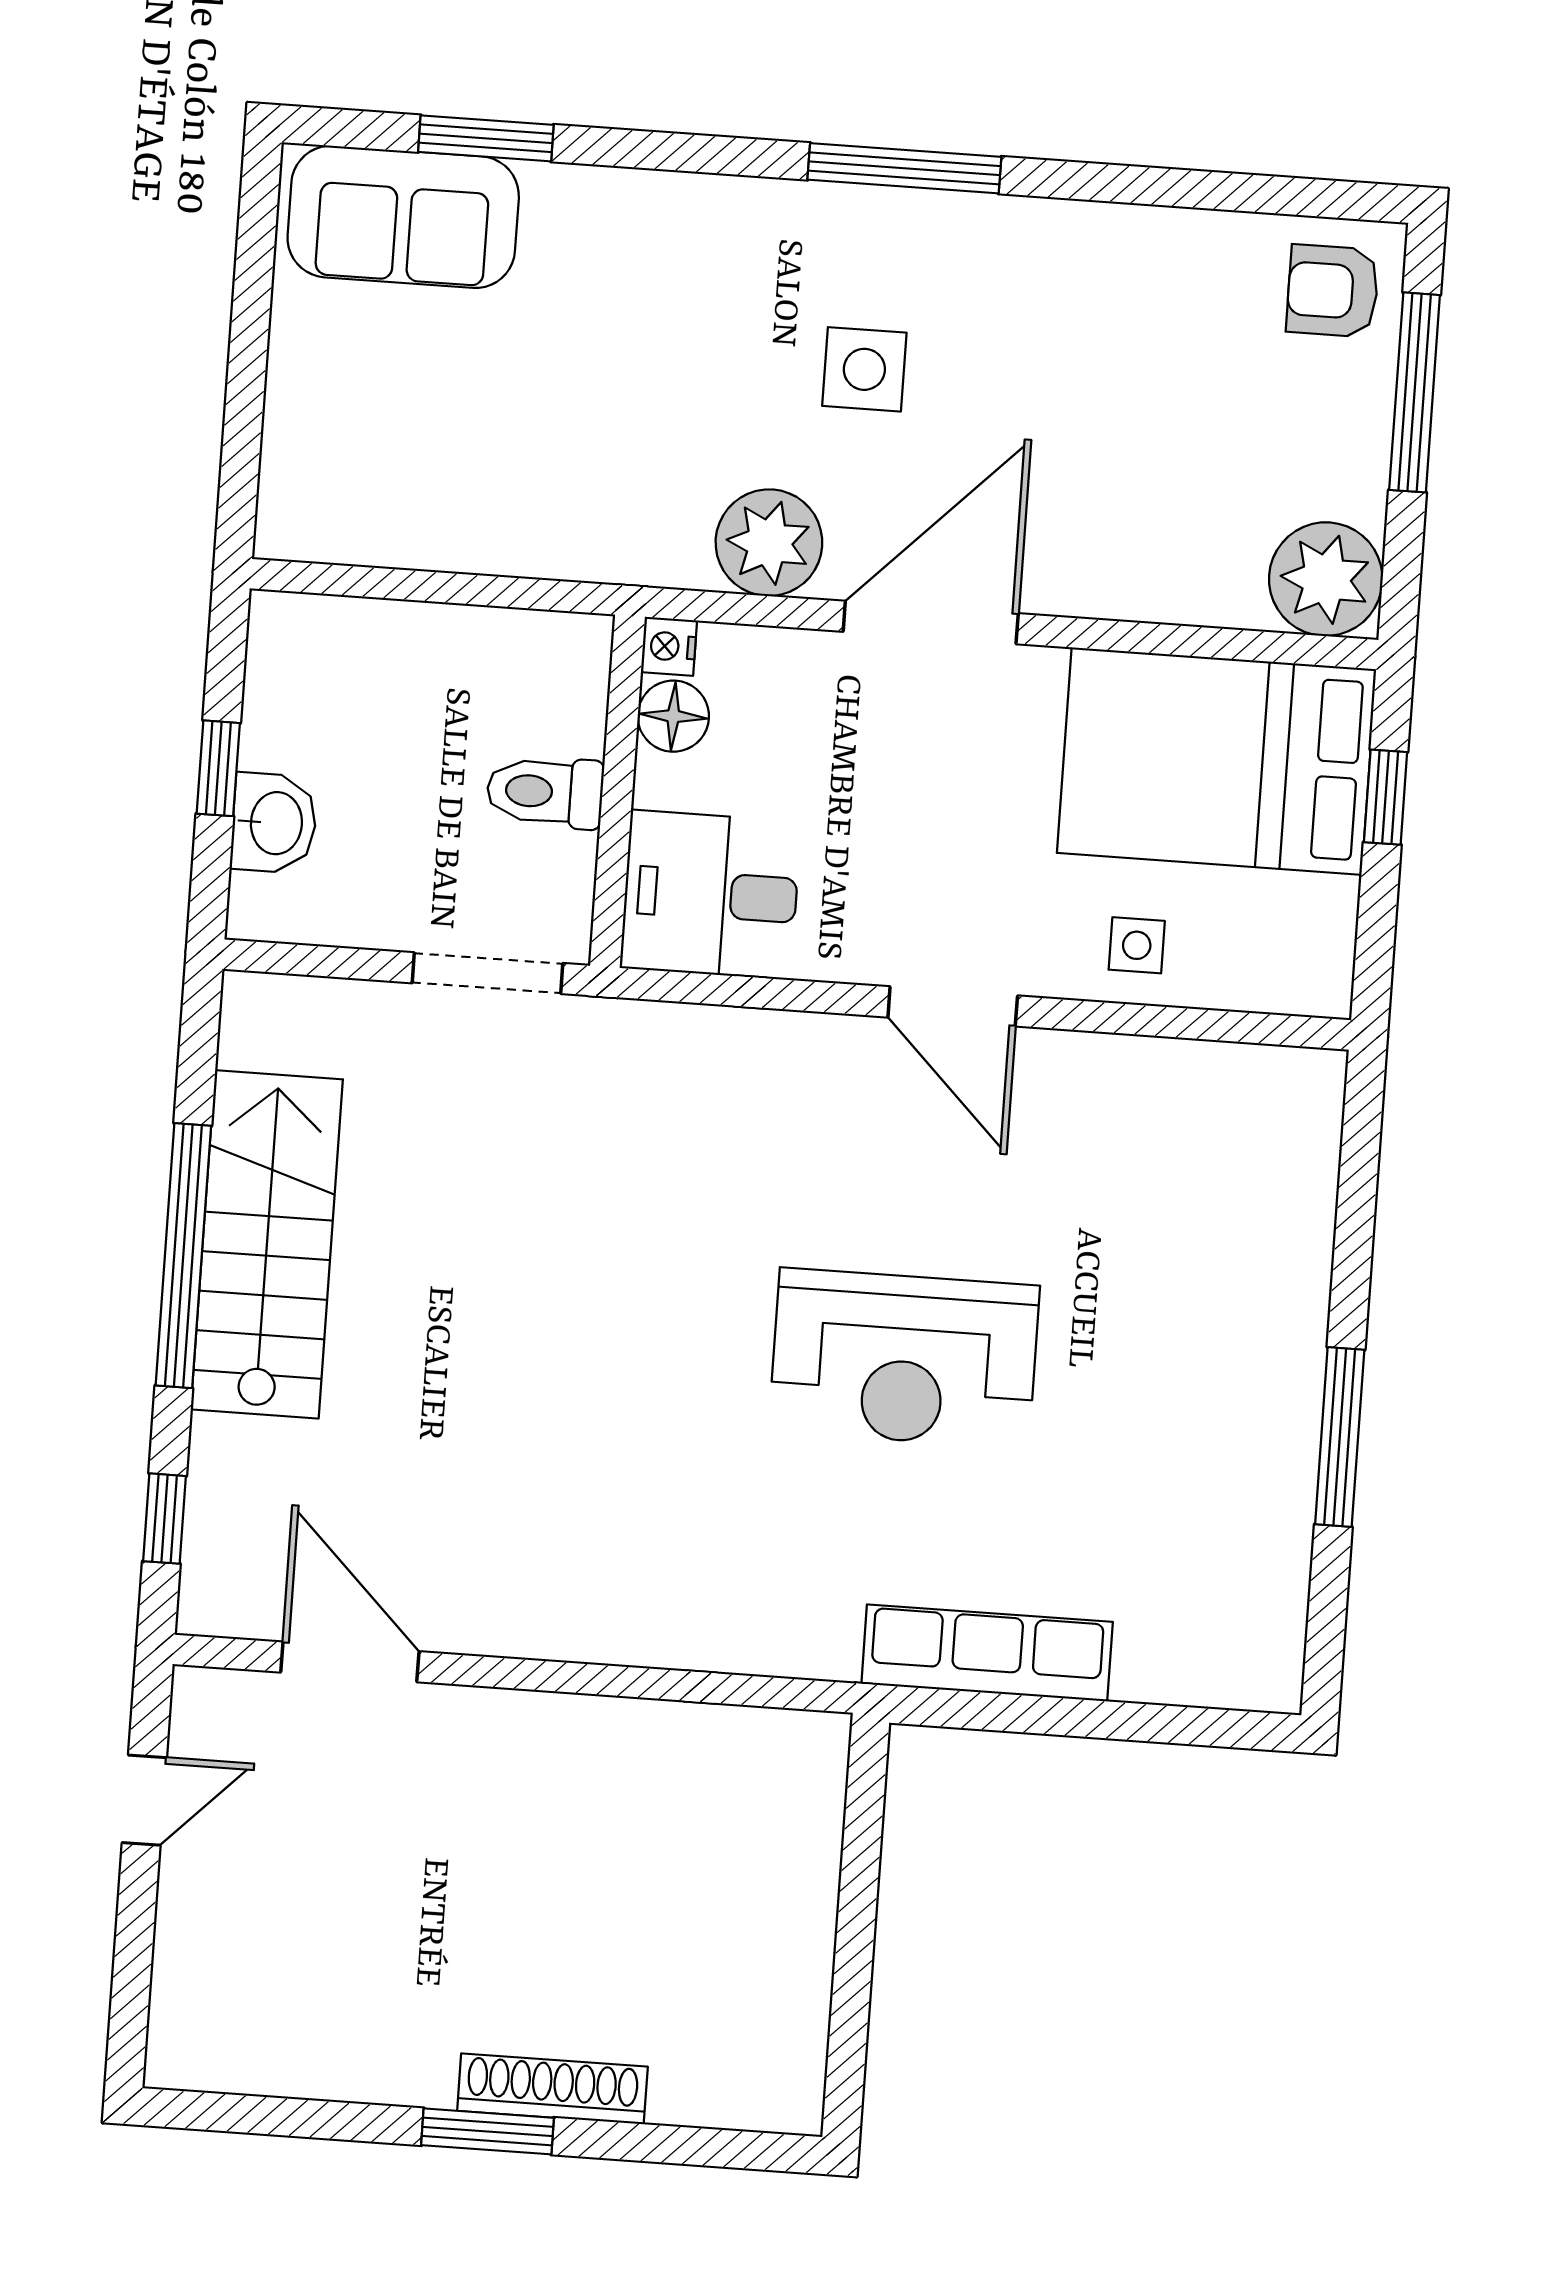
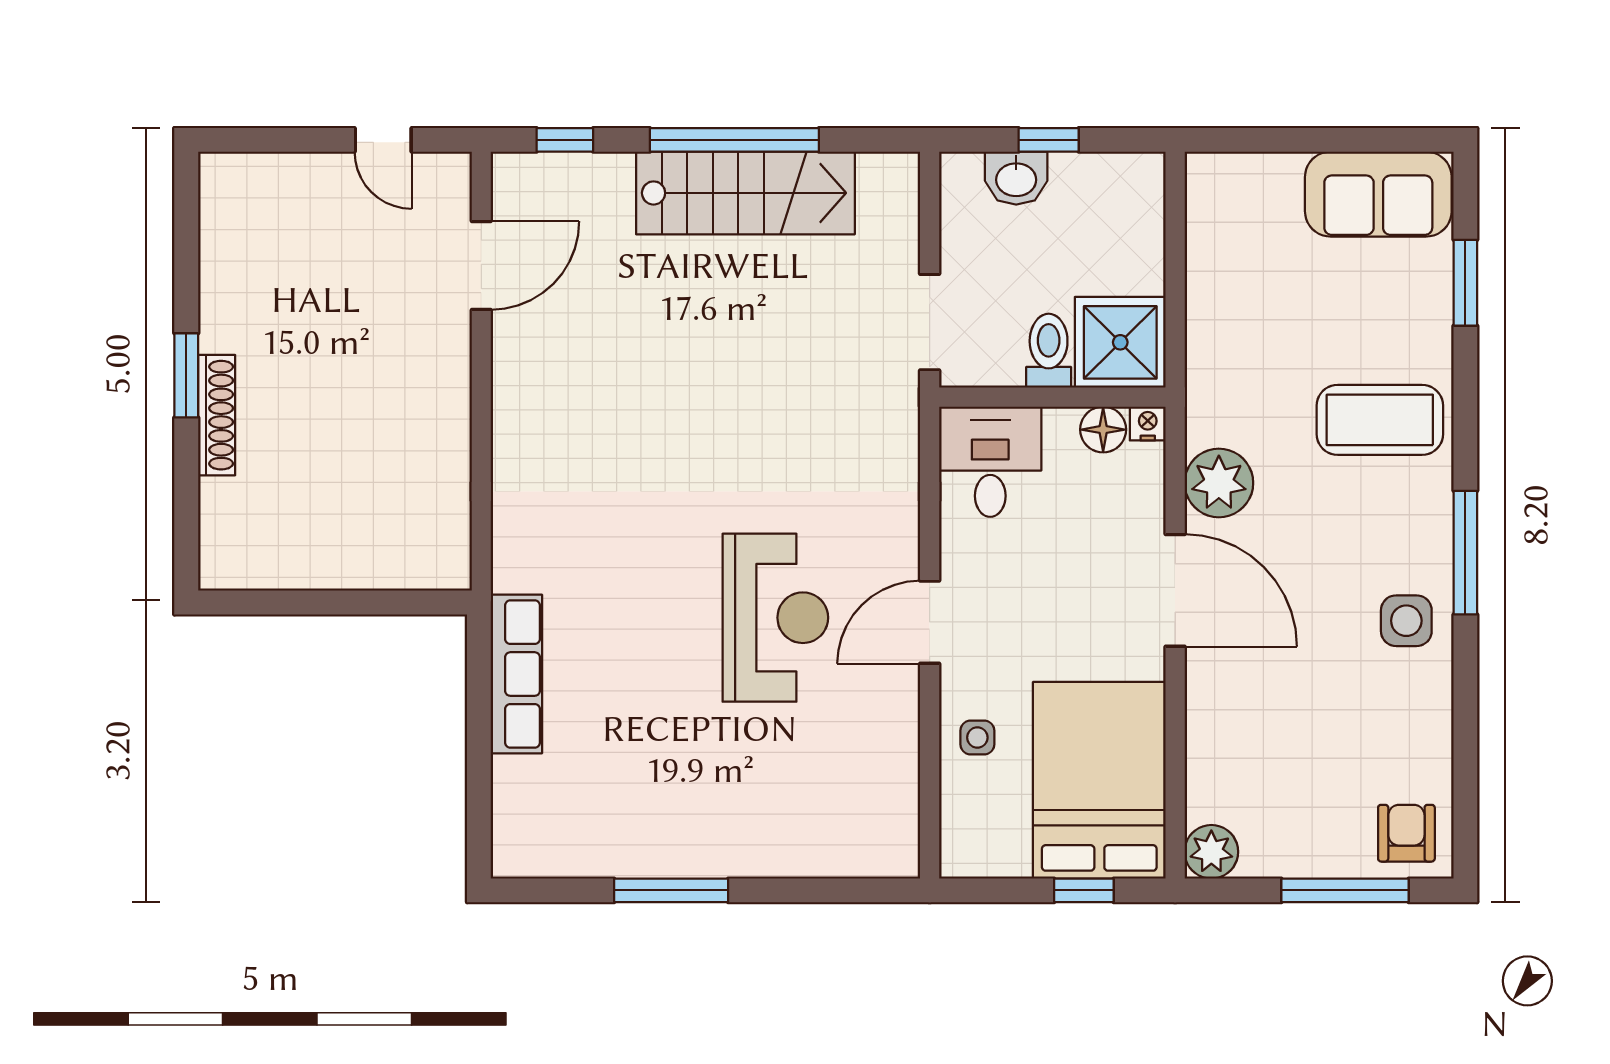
sofa: (403, 217) -> (1378, 194), moved, turned -90
coffee table: (689, 286) -> (1380, 420), added
side table: (864, 369) -> (1406, 621), moved
plant: (1326, 579) -> (1211, 852), width x0.73, depth x0.73
shower: (540, 680) -> (1120, 342), added
reception desk: (904, 1358) -> (775, 618), moved, turned 180

